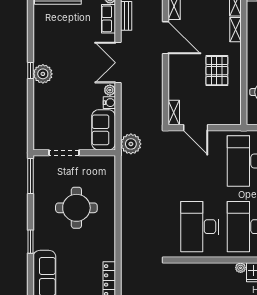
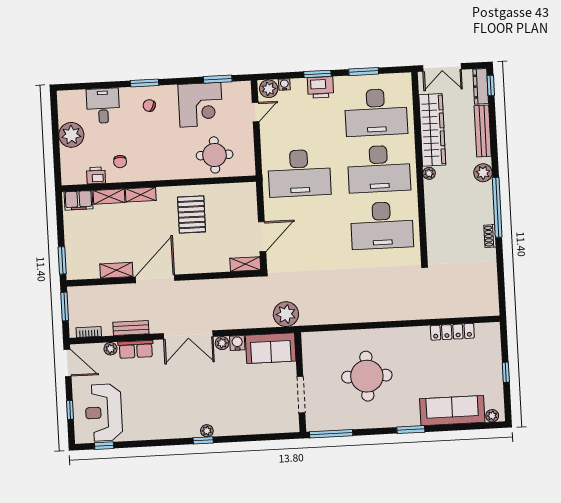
pallet: (217, 71) -> (192, 214), turned 90
plant: (43, 74) -> (207, 431), width x0.53, depth x0.53

